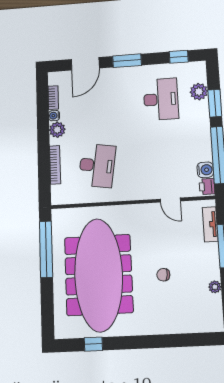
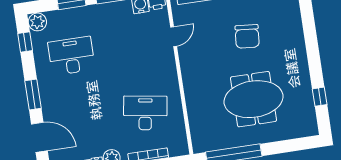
plant: (199, 92) -> (37, 22), moved
meeting table: (99, 275) -> (253, 99), width x0.54, depth x0.79
chair: (163, 275) -> (247, 36), width x1.87, depth x1.87

